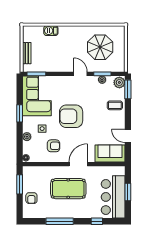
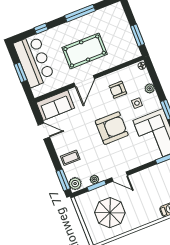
armchair: (31, 198) -> (119, 26), removed

